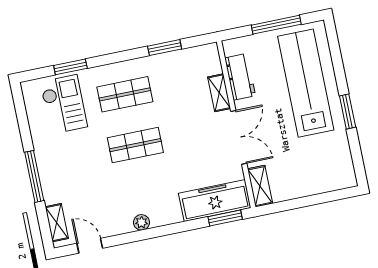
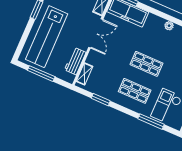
window: (70, 67) -> (151, 122), width x1.44
shelving: (219, 93) -> (84, 74), moved
double door: (239, 137) -> (96, 33), swing flipped

